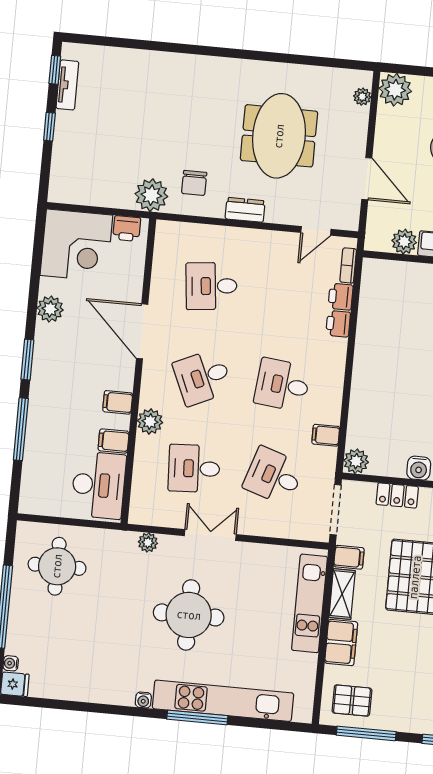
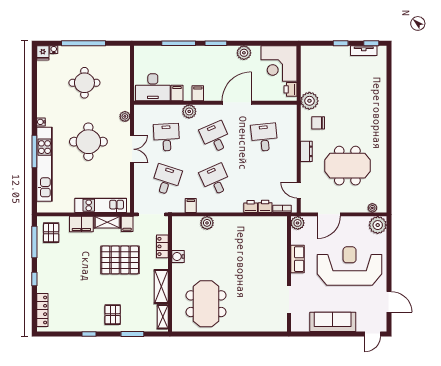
plant: (404, 242) -> (298, 223), moved
desk: (282, 385) -> (215, 180), turned -30
plant: (356, 461) -> (207, 223), moved
round table: (57, 566) -> (84, 83), moved

